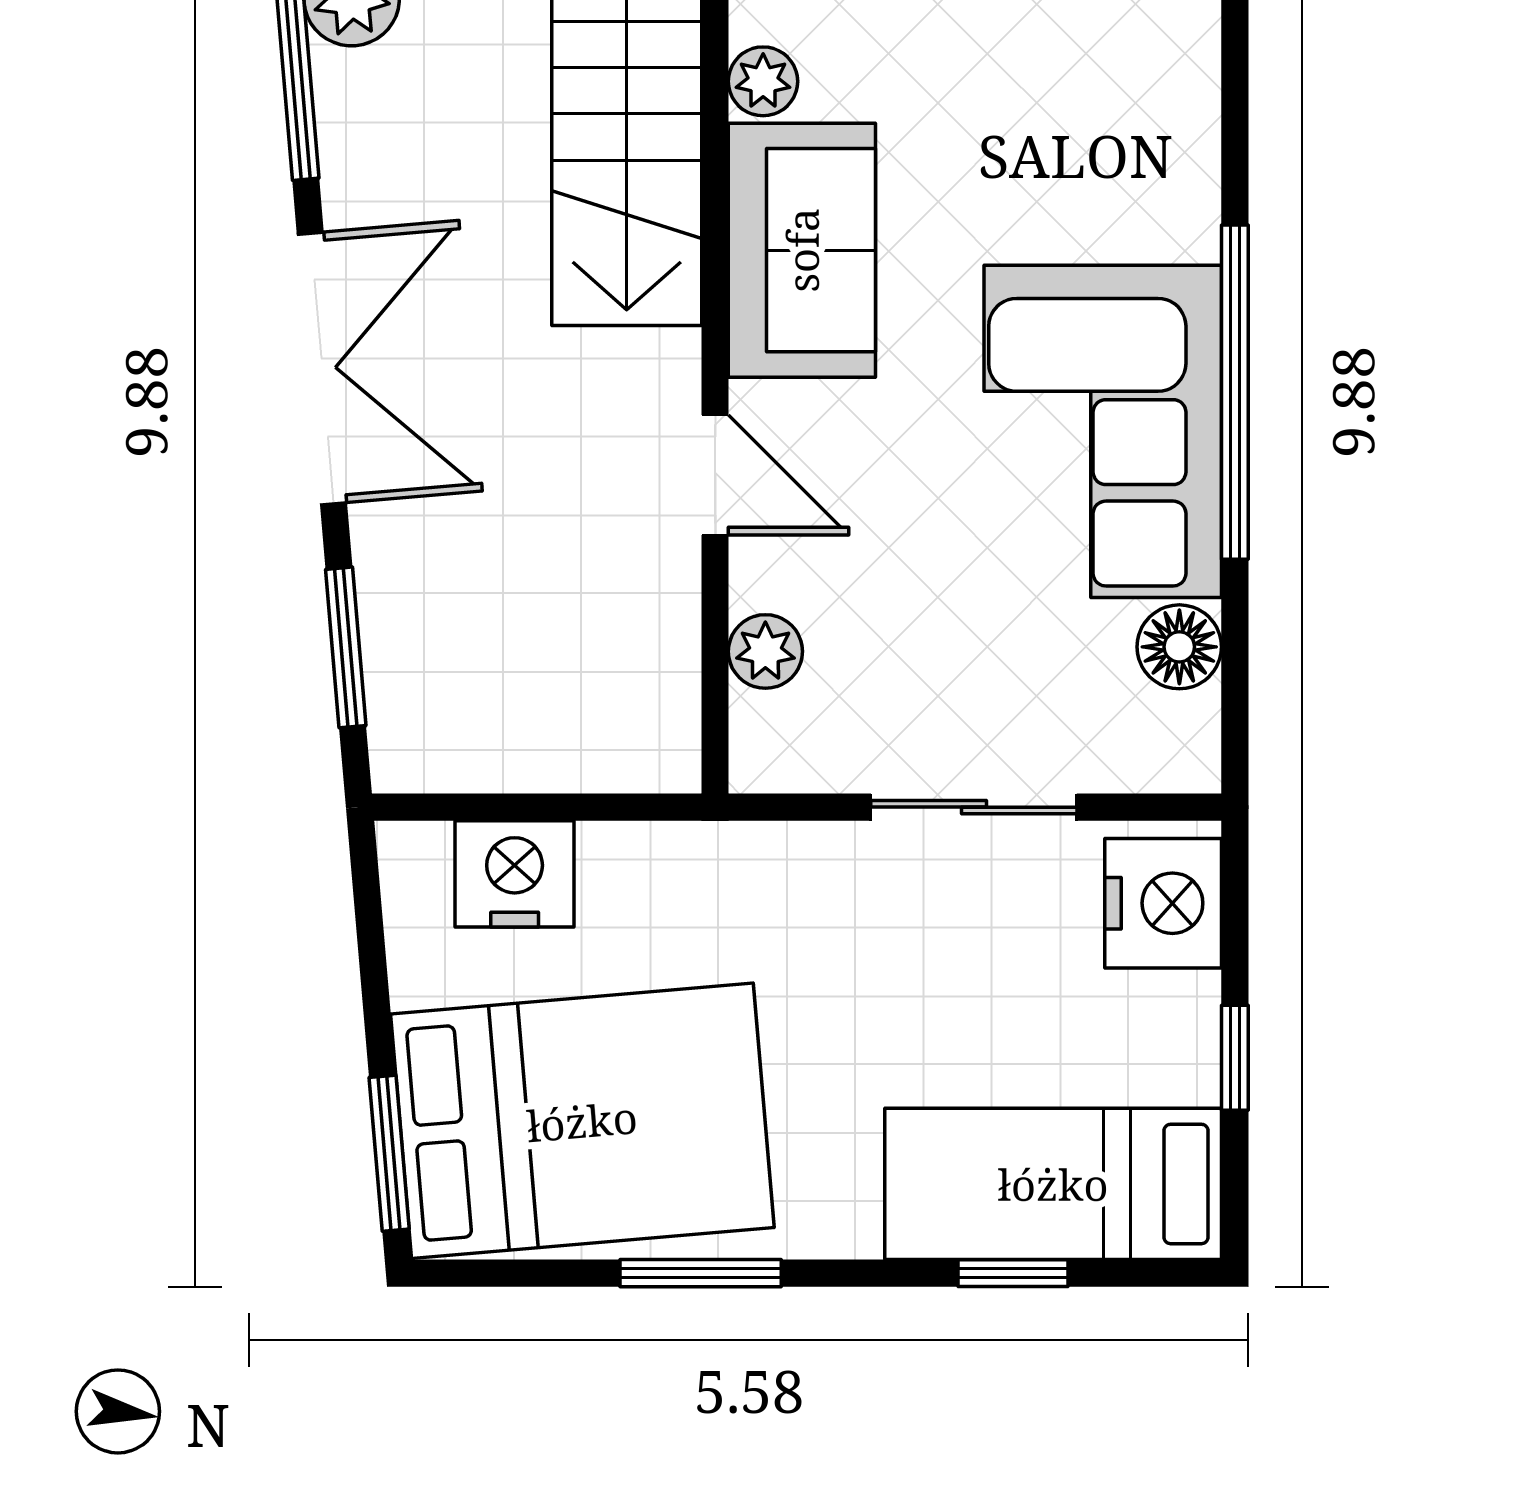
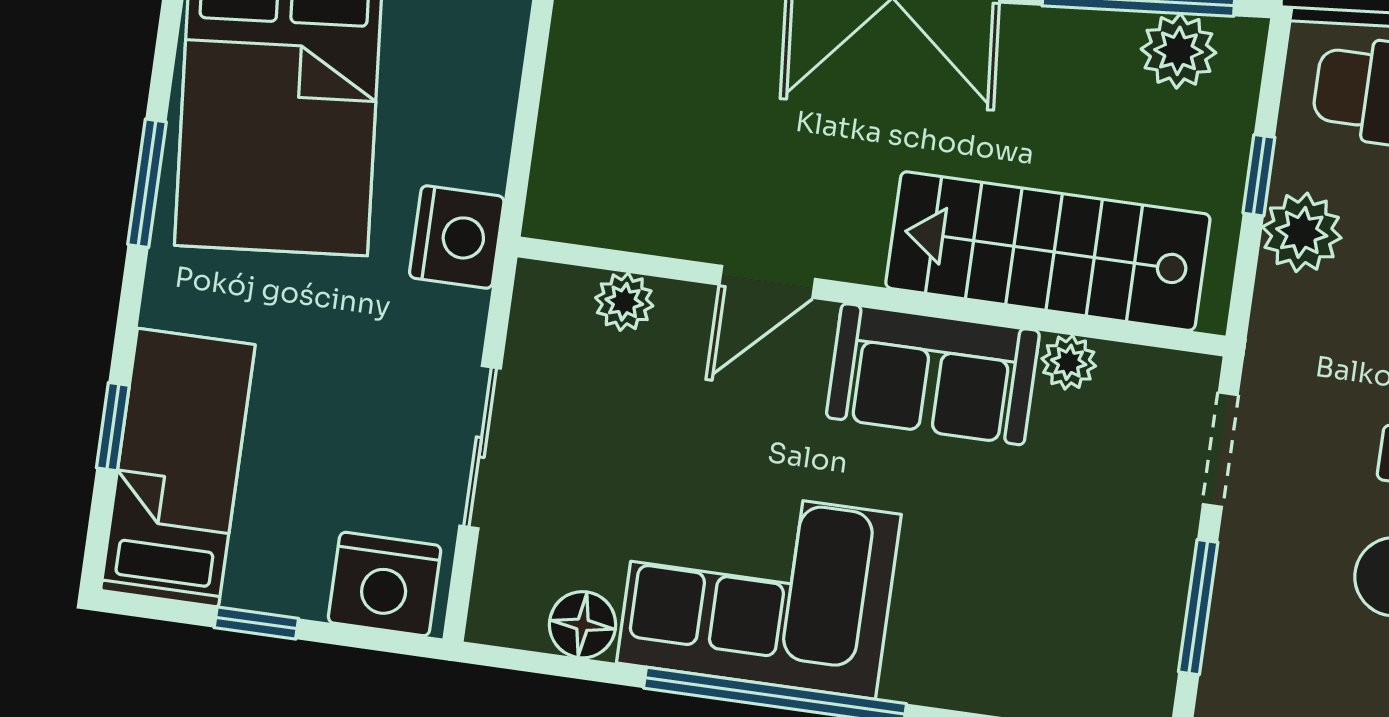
nightstand: (515, 874) -> (457, 237), moved

